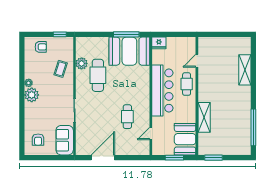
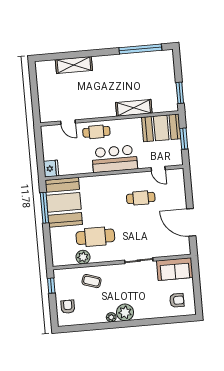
bar counter: (162, 91) -> (115, 159), width x0.73

